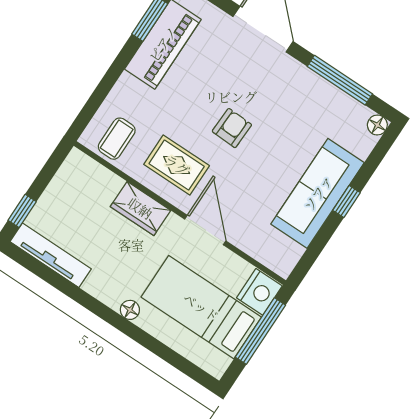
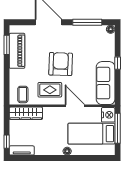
armchair: (232, 128) -> (61, 64), width x1.88, depth x1.88
sofa: (318, 193) -> (106, 83), moved
wardrobe: (140, 208) -> (26, 113), moved, width x1.50
tv unit: (51, 255) -> (22, 150), width x0.71

